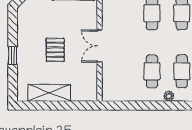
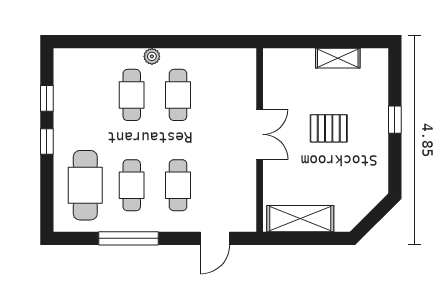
pallet: (55, 50) -> (329, 128), turned 90
shelving: (49, 93) -> (338, 58), width x0.67, depth x0.75

